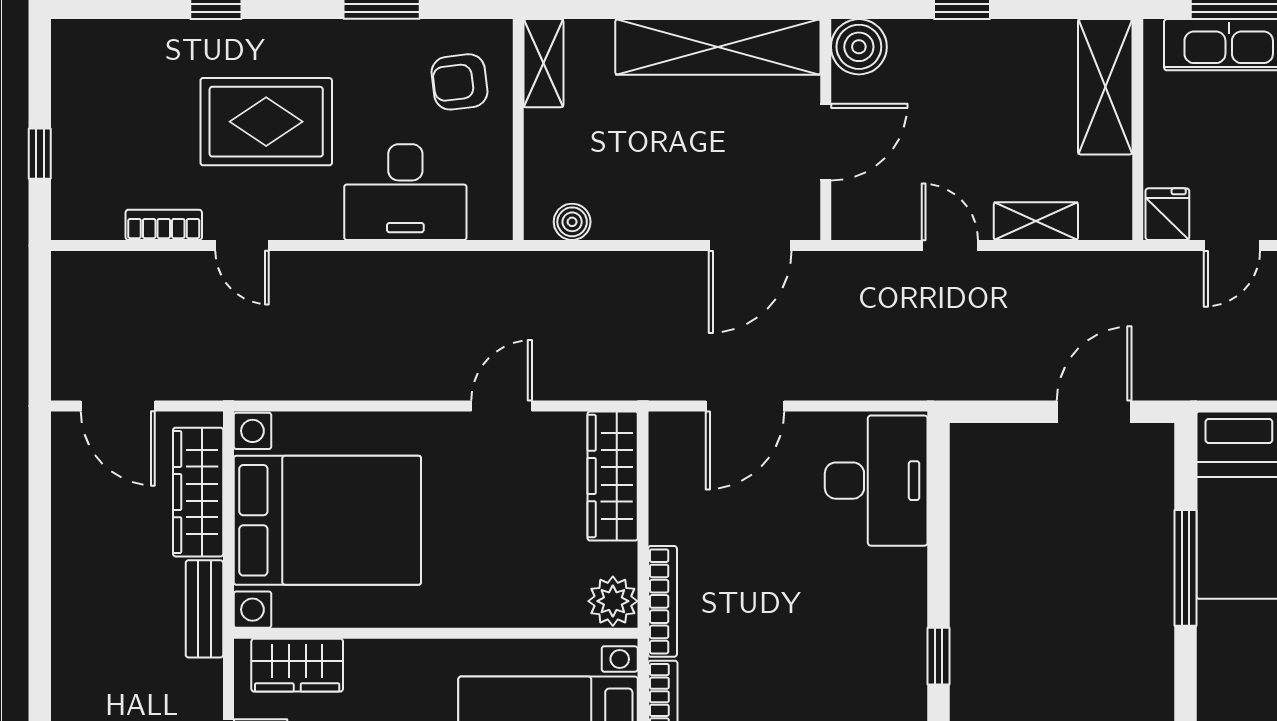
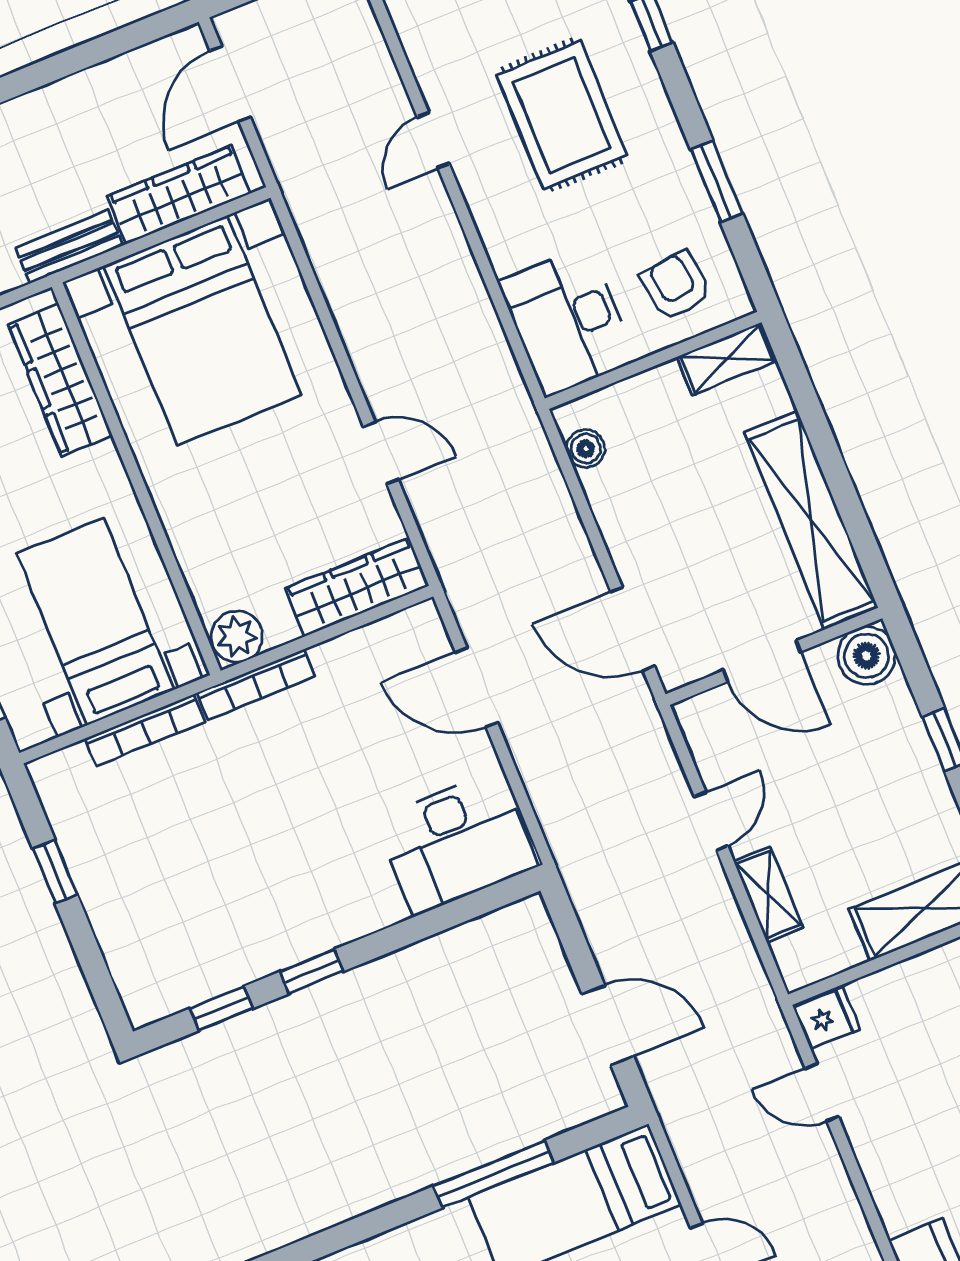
desk: (405, 192) -> (567, 321), moved
bookcase: (164, 225) -> (422, 57), removed
wardrobe: (297, 665) -> (60, 380), width x1.50

